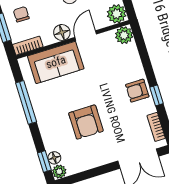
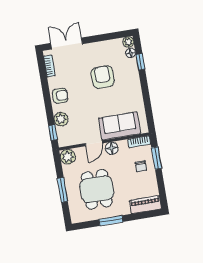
plant: (124, 35) -> (61, 119), moved
window: (157, 95) -> (53, 133), moved
window: (26, 102) -> (146, 98), removed
window: (44, 161) -> (140, 62), moved

